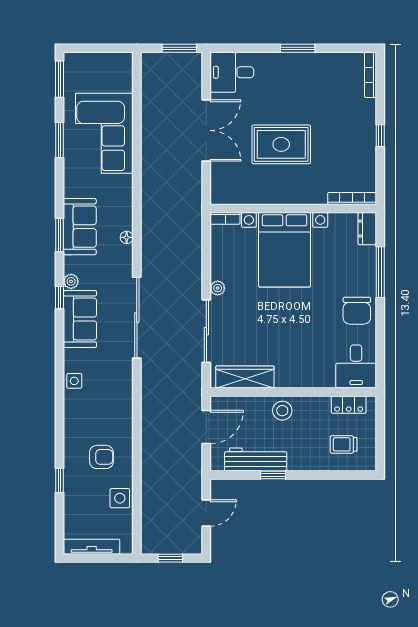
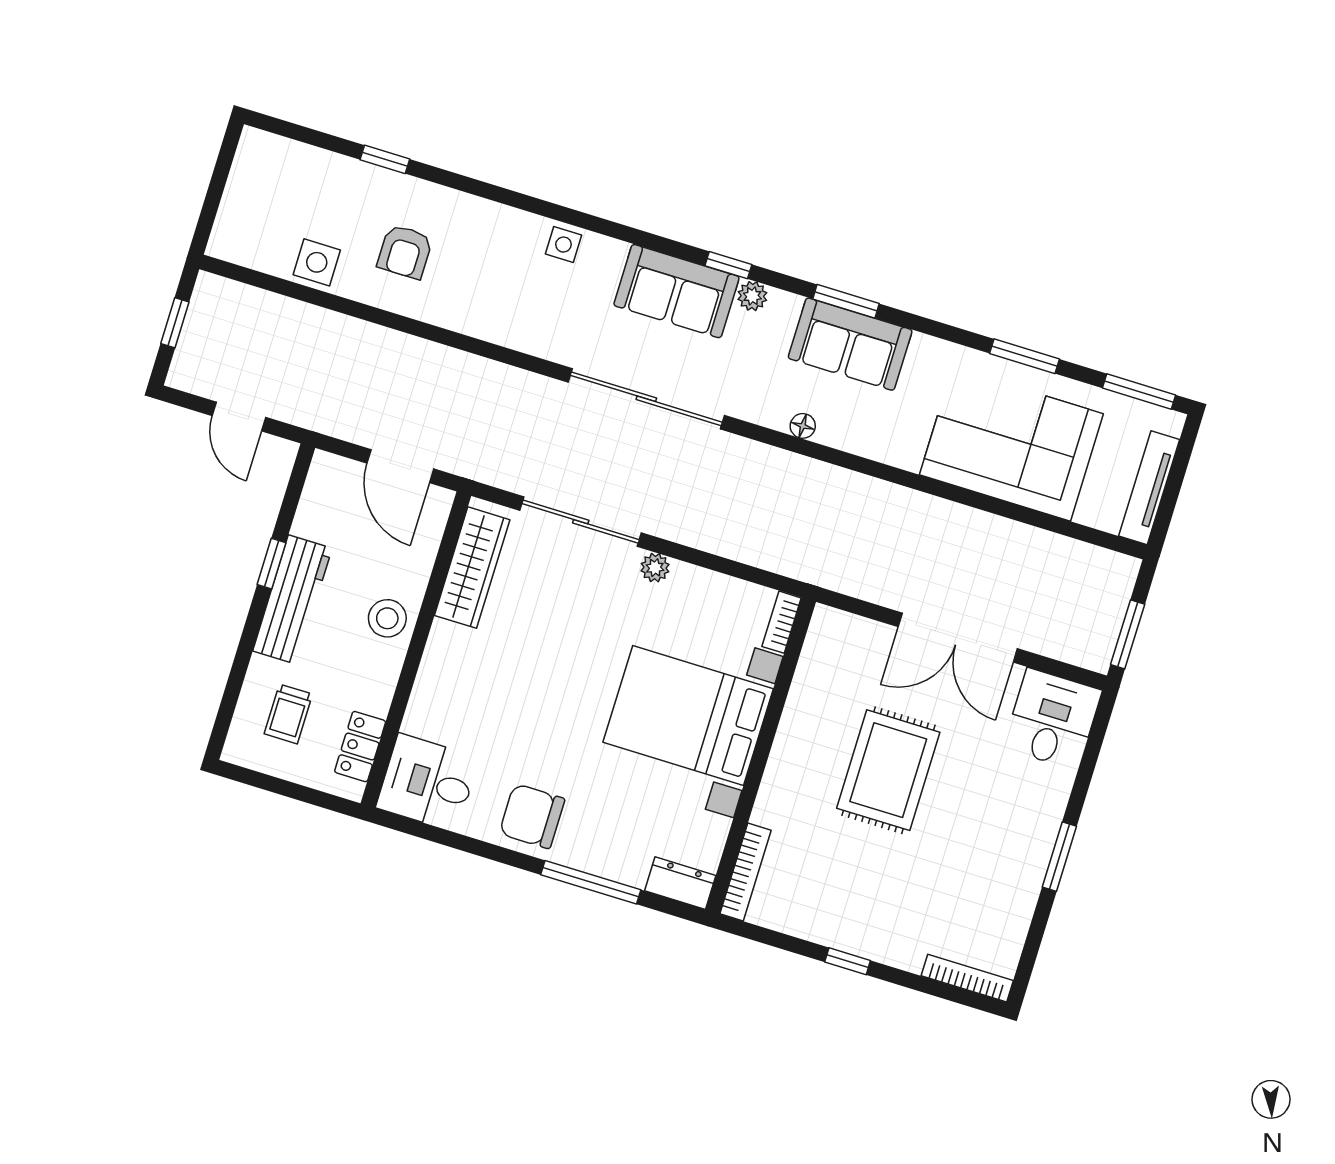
trolley: (344, 444) -> (288, 714), turned 180
workbench: (256, 460) -> (292, 600), moved
tv unit: (92, 547) -> (1149, 488), moved, turned 180

